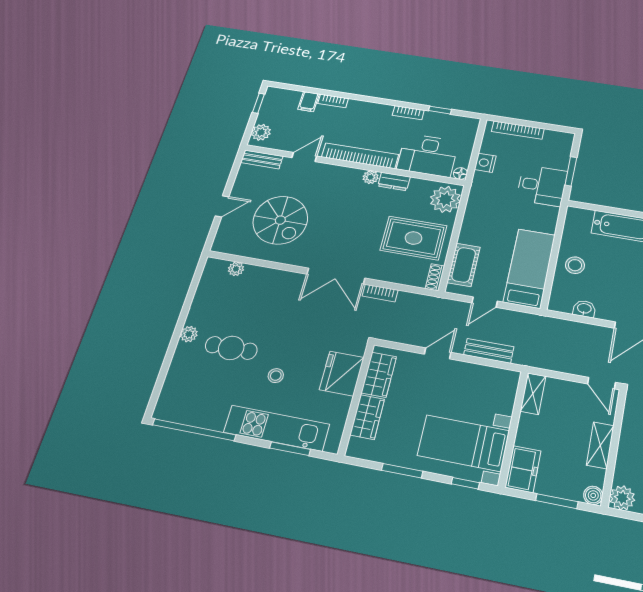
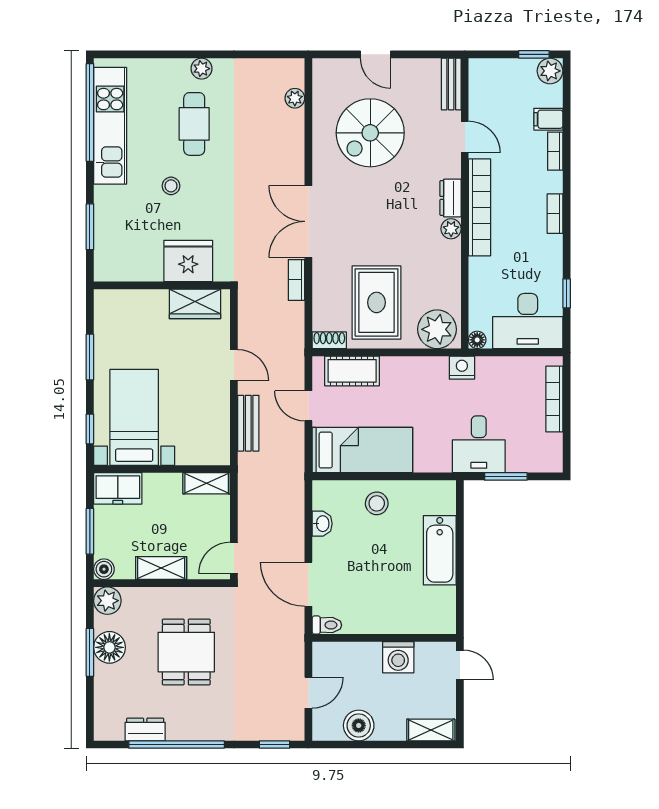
bookcase: (408, 113) -> (555, 214), moved
plant: (261, 132) -> (550, 71), moved
desk: (428, 155) -> (528, 321), moved, turned -90
nightstand: (485, 163) -> (462, 368), moved
dresser: (394, 181) -> (450, 198), moved
wardrobe: (367, 417) -> (143, 303), removed
kitchen unit: (277, 428) -> (110, 126), moved

